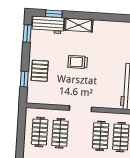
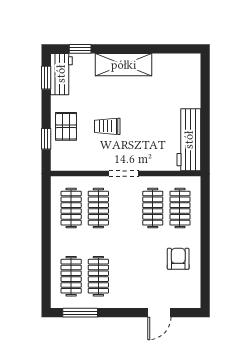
workbench: (48, 25) -> (61, 74), moved, turned -90
shelving: (79, 25) -> (124, 65), width x1.50, depth x1.33
trolley: (78, 62) -> (107, 126), moved

